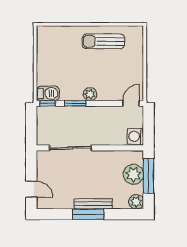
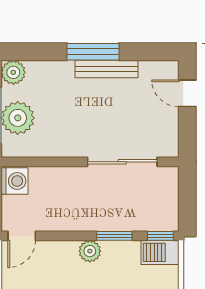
bench: (93, 204) -> (106, 69), moved

